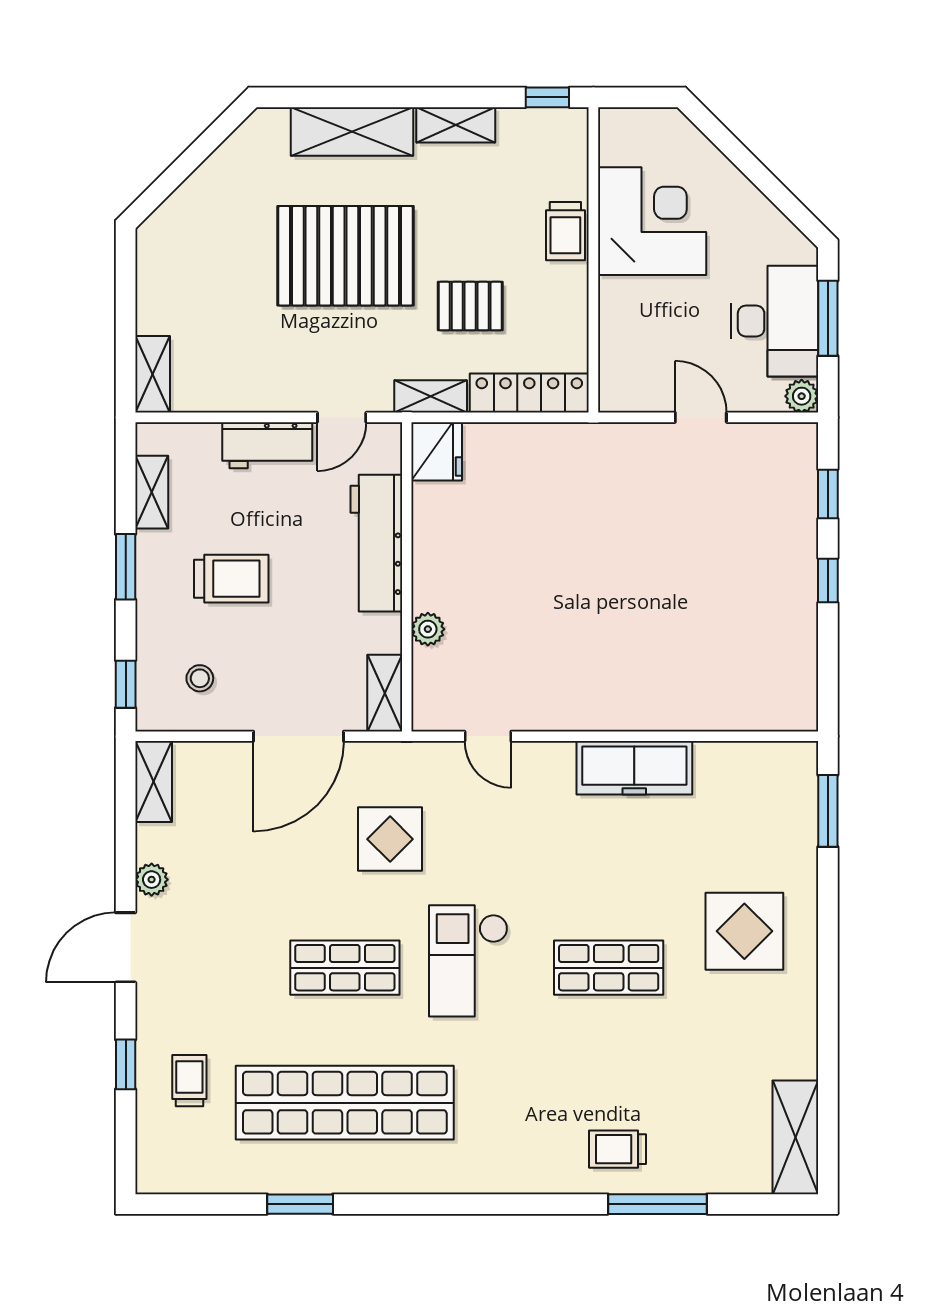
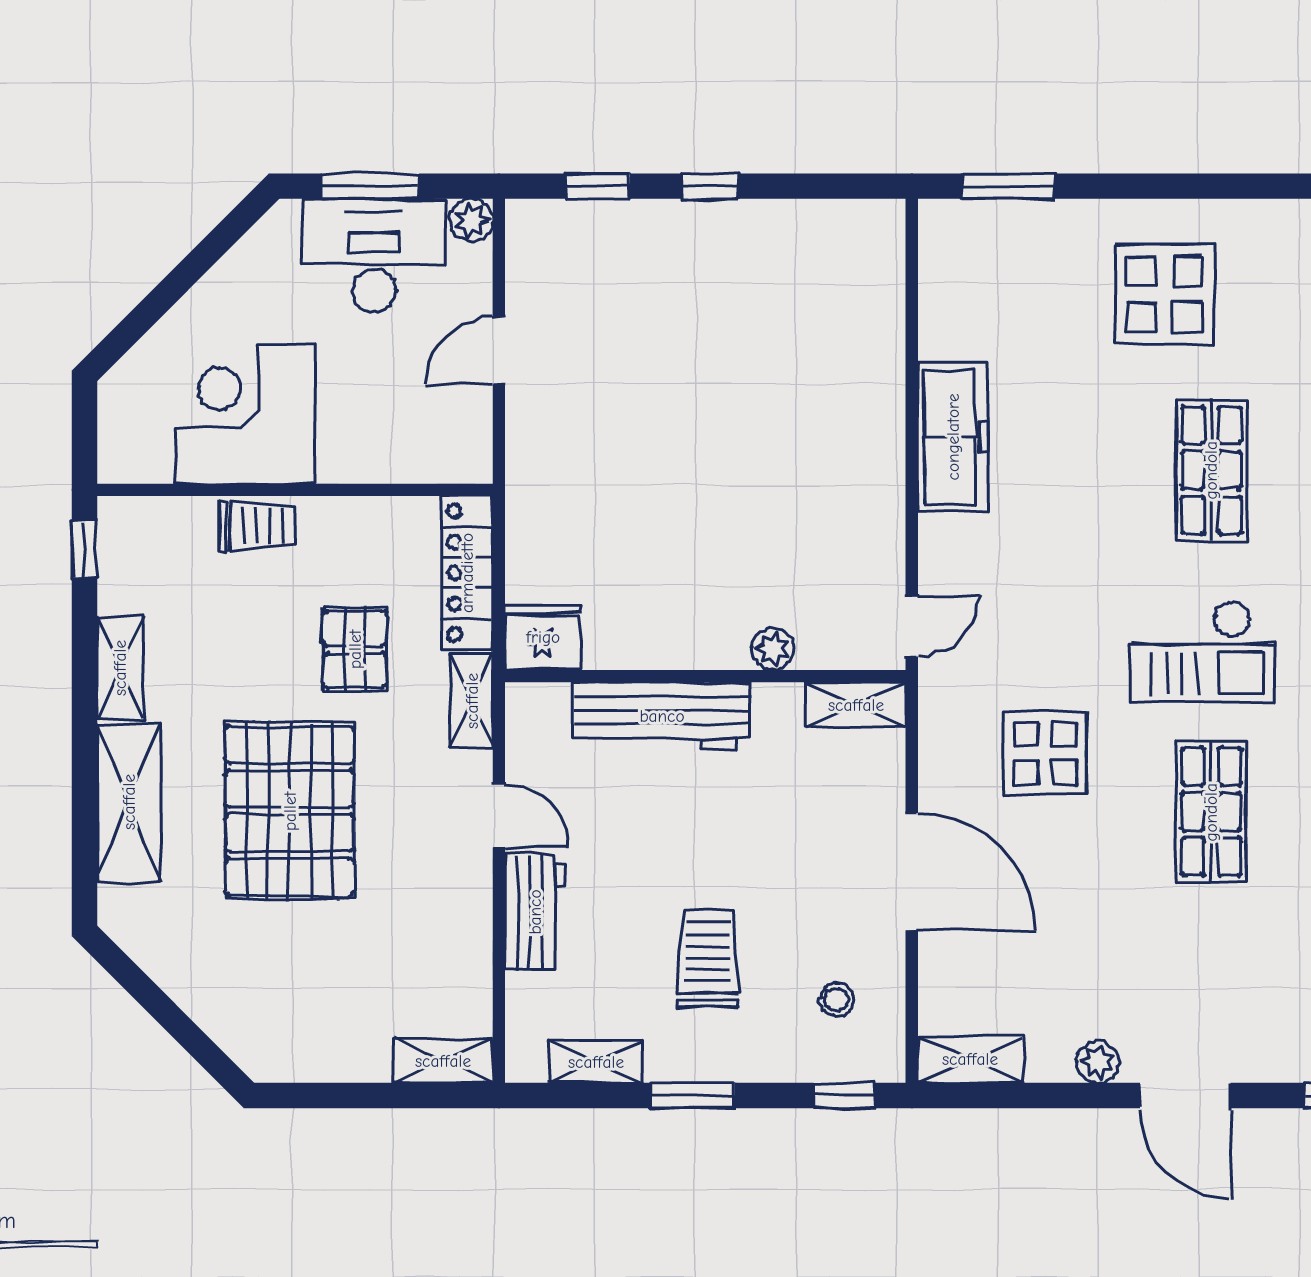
fridge: (437, 451) -> (543, 637), moved
workbench: (376, 543) -> (662, 716), moved
wall: (407, 577) -> (705, 676), moved
plant: (428, 629) -> (773, 649), moved
shelving: (385, 693) -> (856, 705), moved

